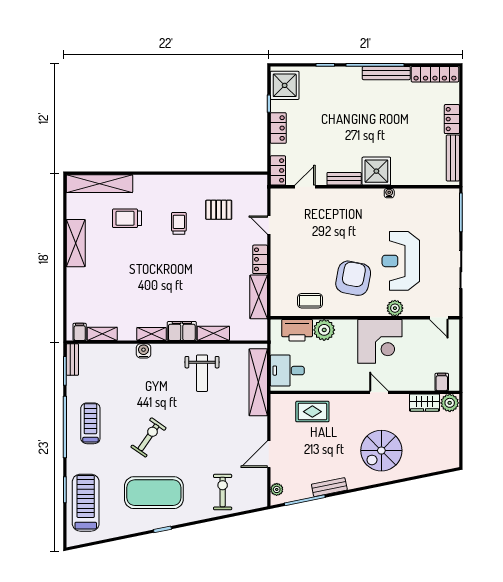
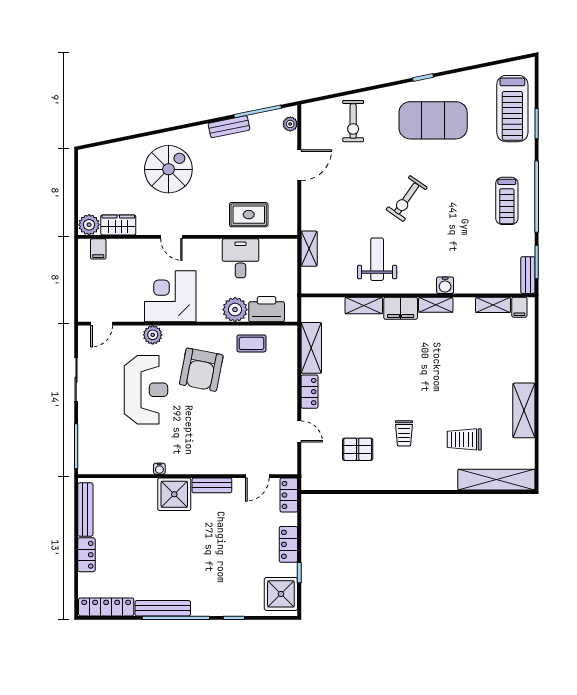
trolley: (127, 218) -> (464, 439), turned 180
door: (439, 318) -> (102, 324), swing flipped
desk: (287, 371) -> (241, 258), moved, turned -90
shelving: (258, 382) -> (309, 249), width x0.45, depth x0.75
exercise bike: (149, 437) -> (407, 199), moved

